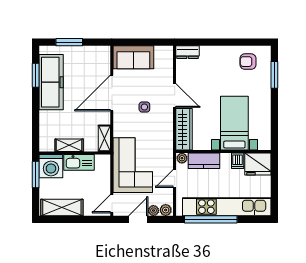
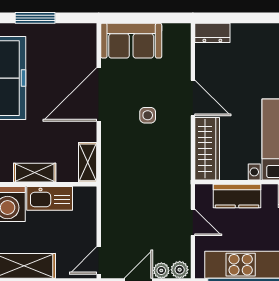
plant: (182, 158) -> (204, 192), removed
corner sofa: (133, 165) -> (130, 202), removed
door: (175, 178) -> (193, 222), swing flipped

